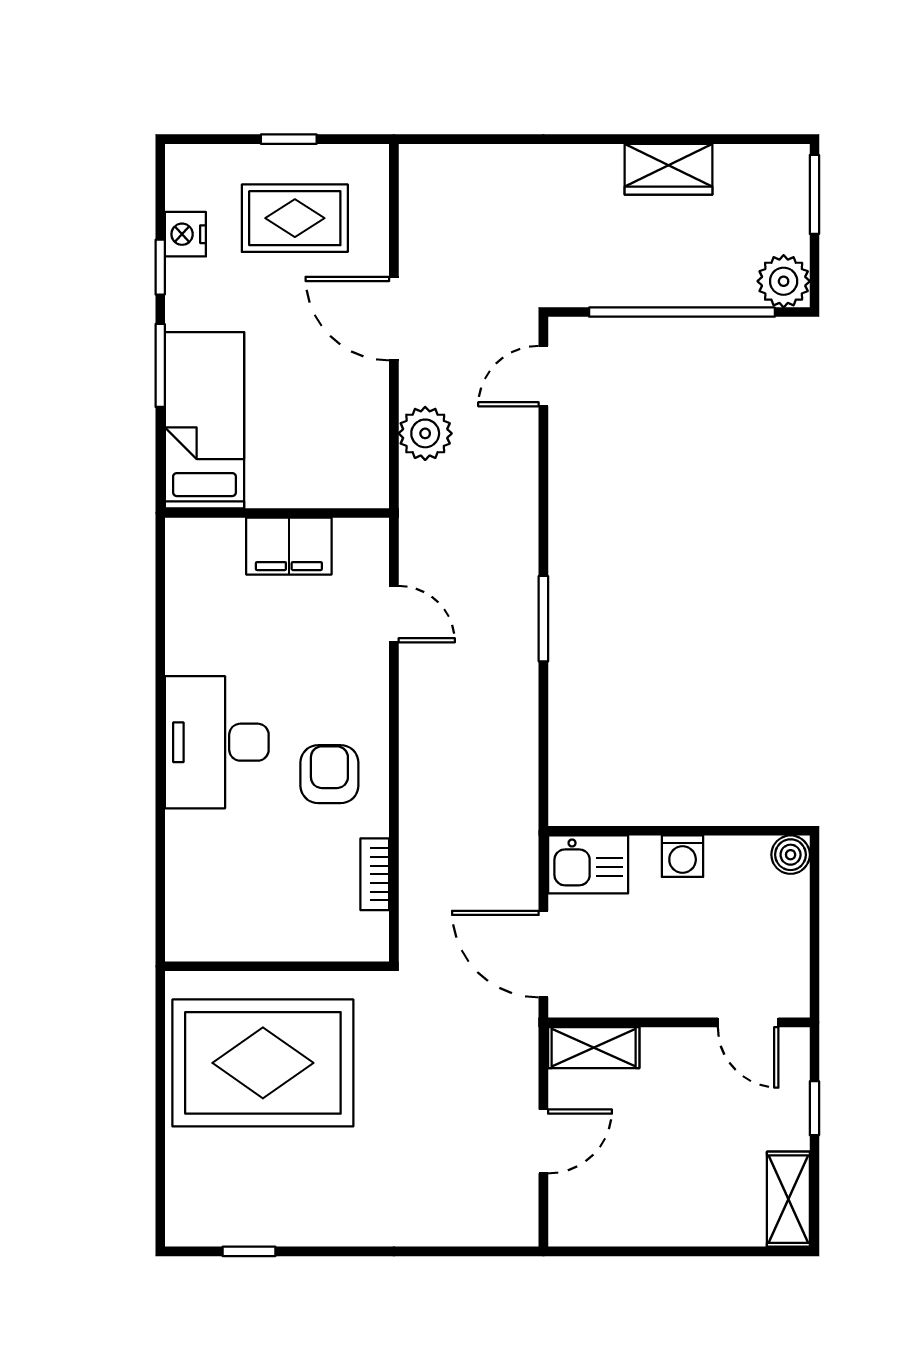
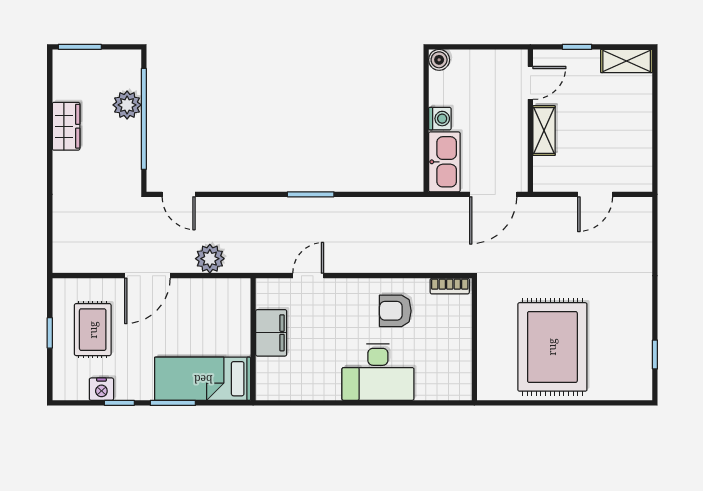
plant: (784, 281) -> (127, 105), moved
kitchen sink: (588, 864) -> (444, 162), width x1.38
wall: (277, 966) -> (474, 339), moved
shelving: (594, 1048) -> (544, 131), moved
door: (543, 1141) -> (595, 194), swing flipped

